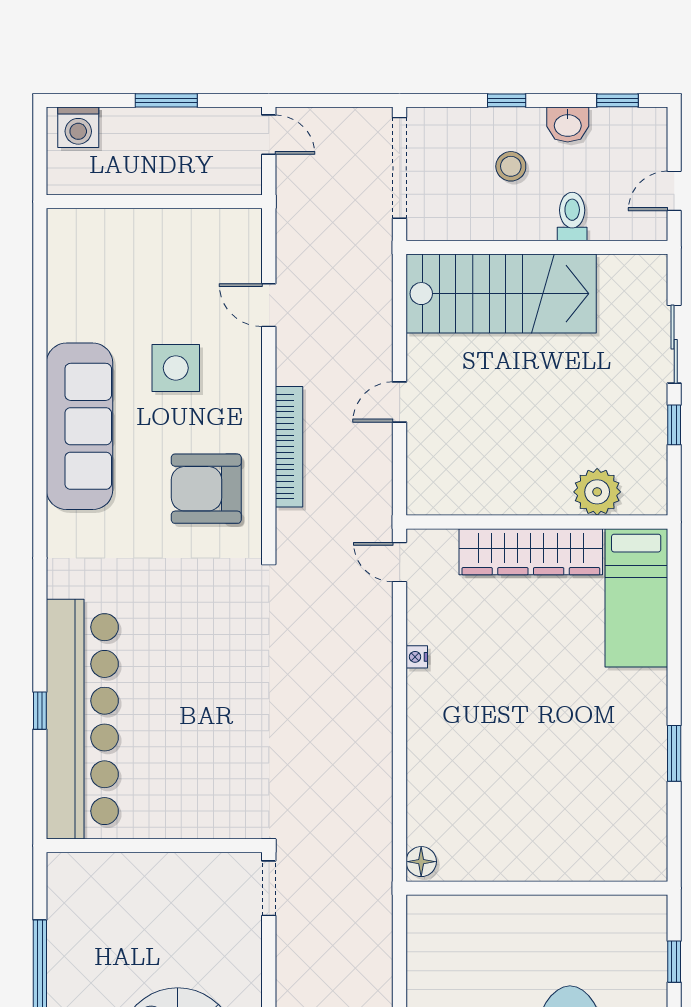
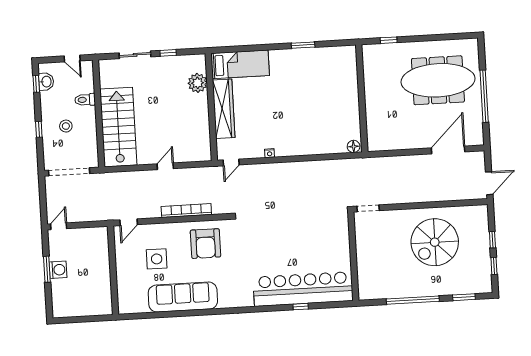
washbasin: (568, 124) -> (46, 82), moved
washing machine: (78, 127) -> (58, 270), moved
wall: (154, 202) -> (113, 270), moved
door: (400, 402) -> (165, 166), swing flipped

